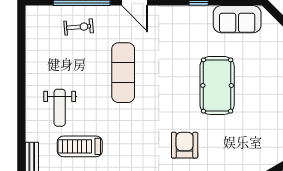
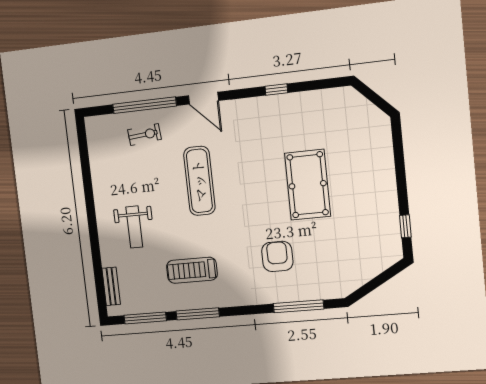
sofa: (237, 19) -> (323, 105), removed
treadmill: (80, 146) -> (192, 270), moved

